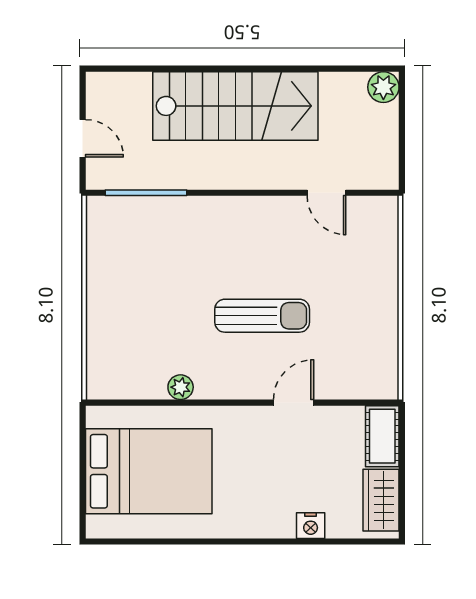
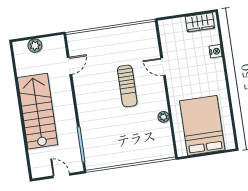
plant: (383, 87) -> (35, 46), moved
door: (83, 138) -> (61, 176), hinge flipped
sun lounger: (262, 316) -> (127, 86), turned 180
cot: (382, 436) -> (172, 26), removed

